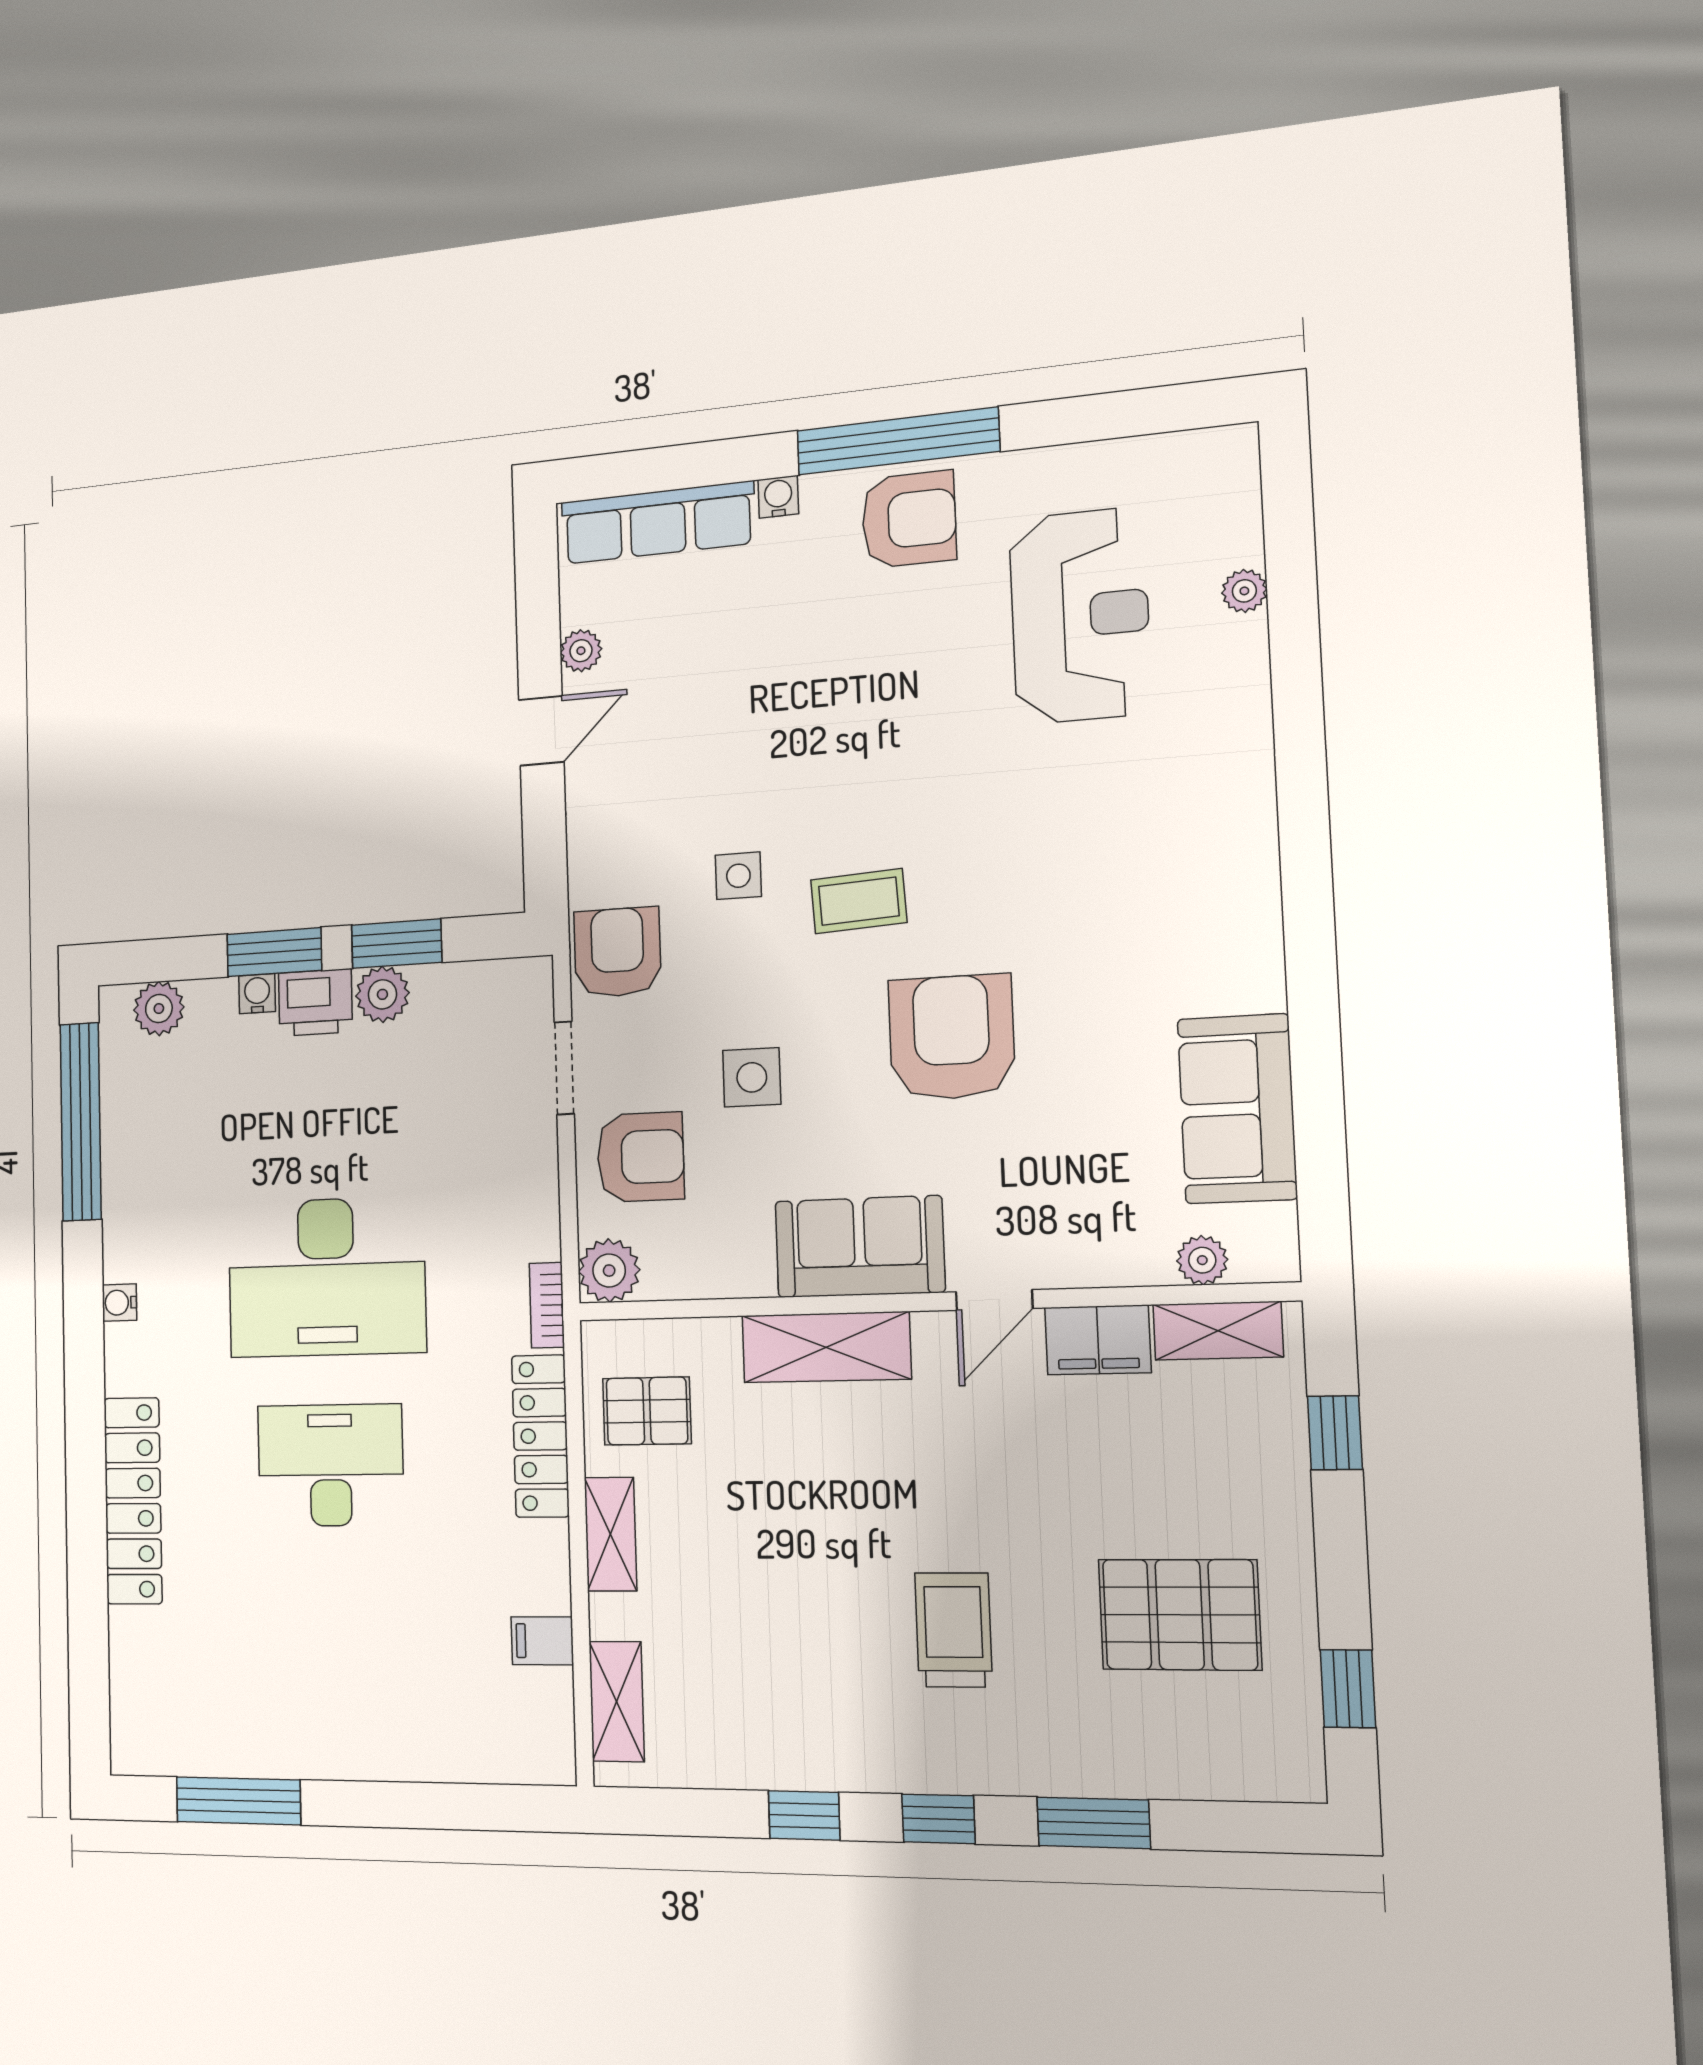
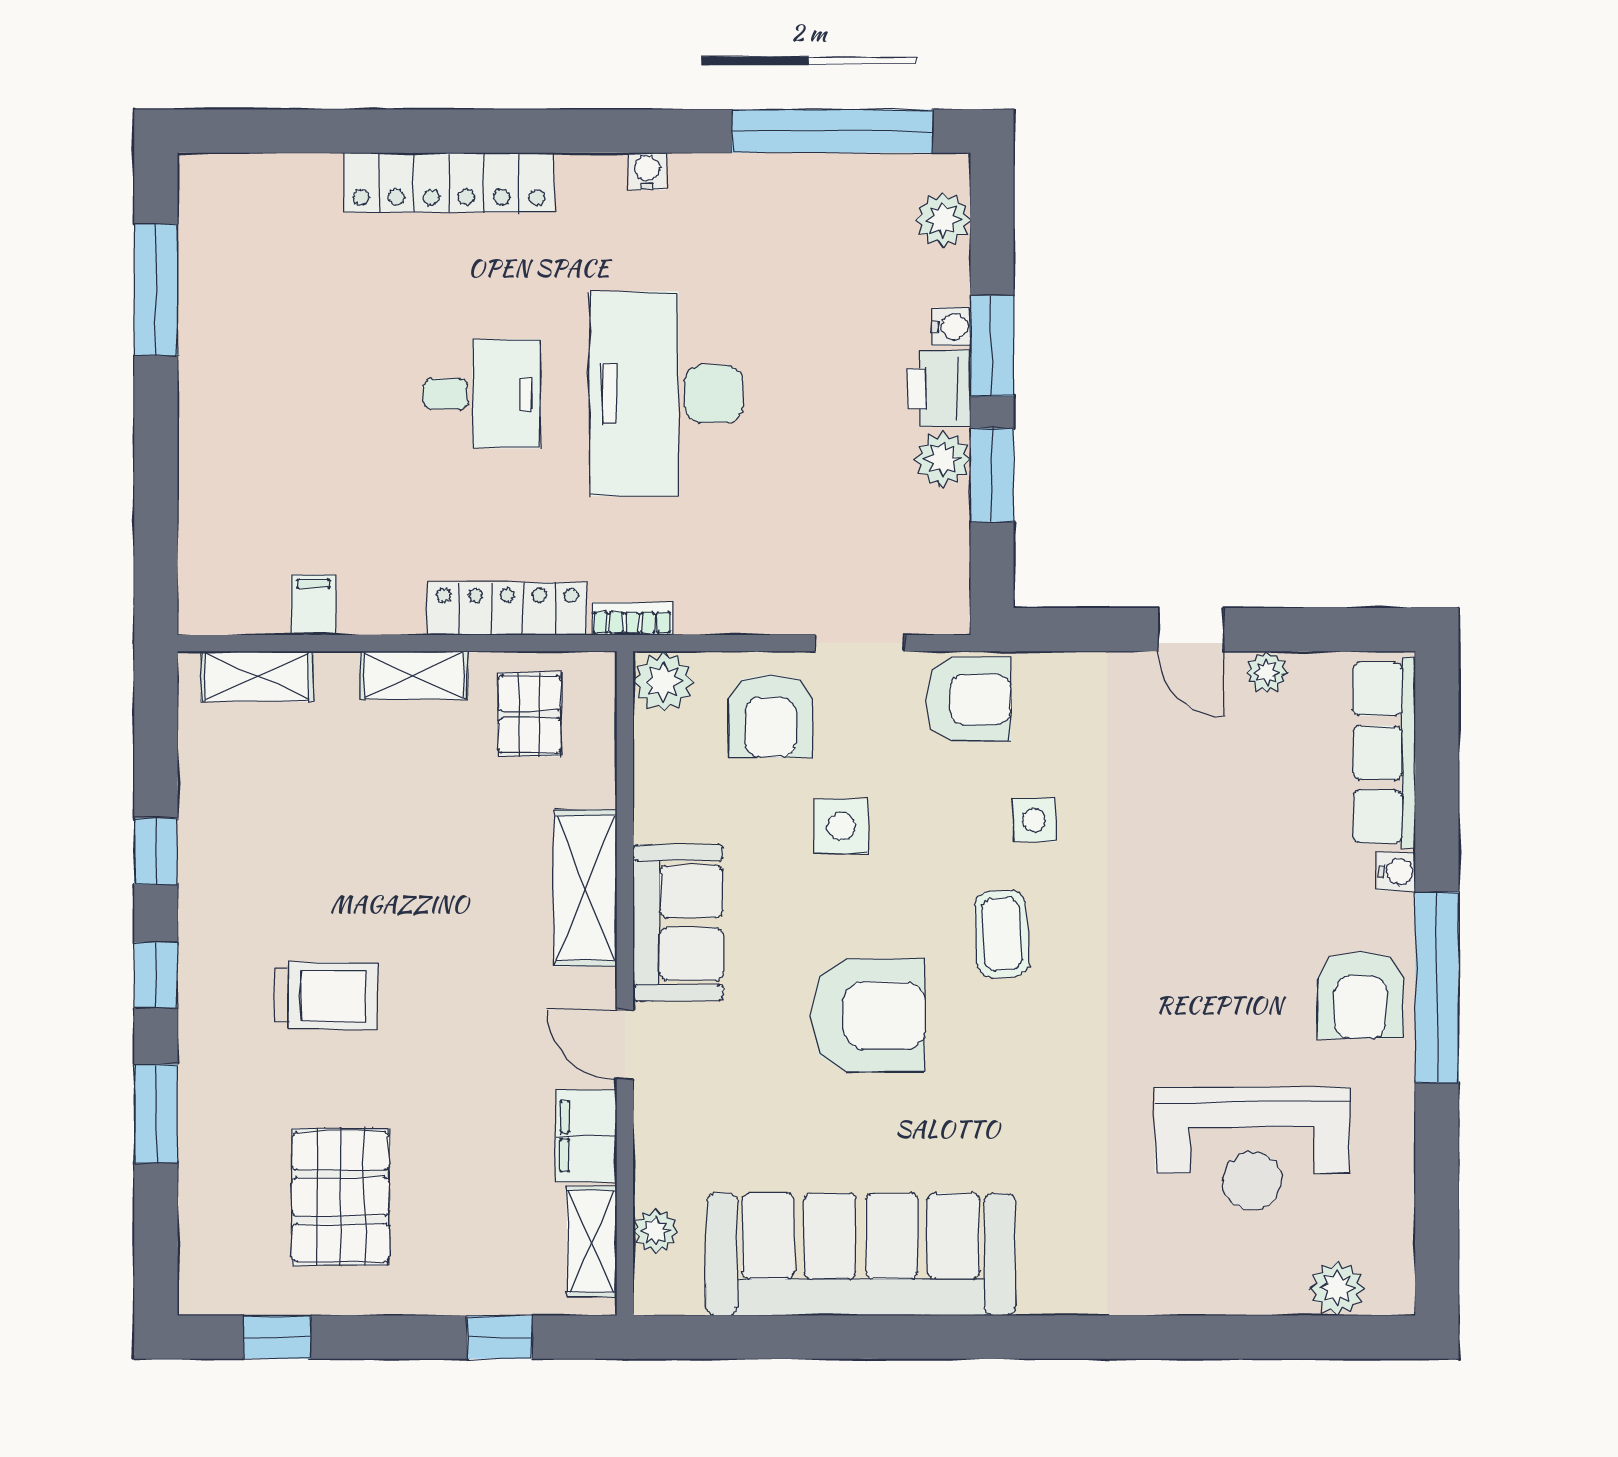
plant: (1244, 591) -> (1337, 1288), moved, width x1.38, depth x1.38
sofa: (1237, 1109) -> (861, 1254), width x1.85, depth x1.27
desk: (330, 1465) -> (482, 394), width x0.73

